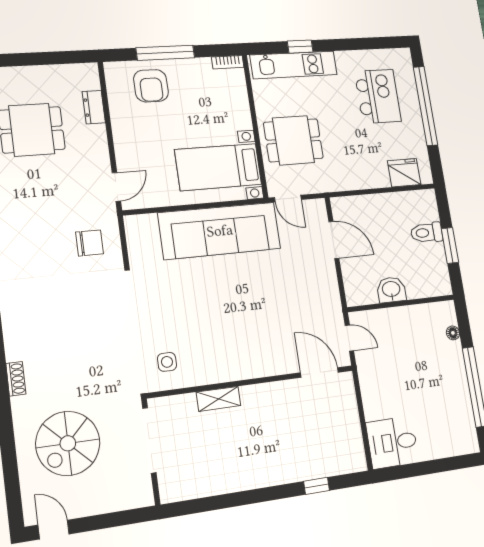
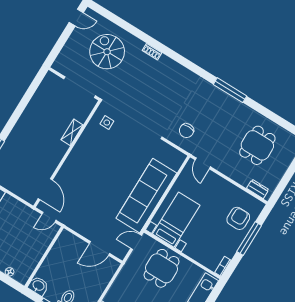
armchair: (151, 86) -> (238, 218), turned 90
dresser: (94, 107) -> (258, 189), moved
washbasin: (391, 290) -> (38, 286), moved, turned -90
door: (319, 373) -> (45, 189), hinge flipped

